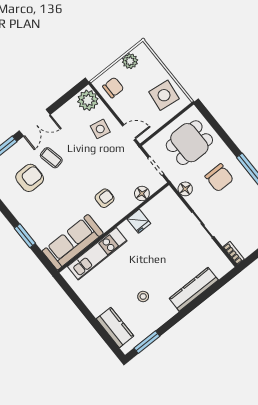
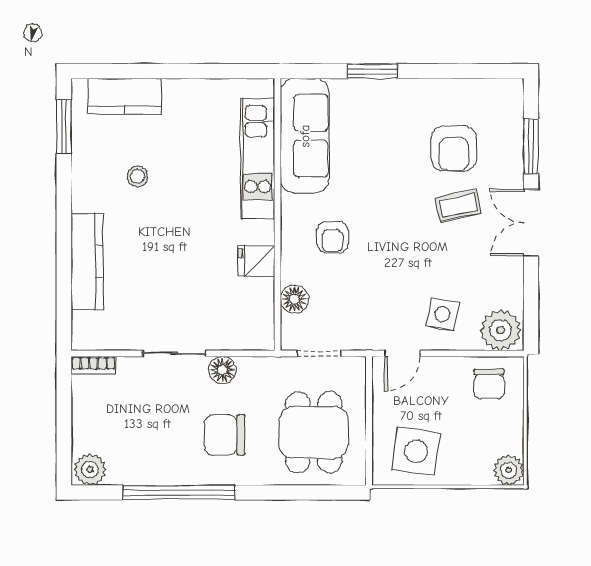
plant: (130, 61) -> (509, 470), moved
floor lamp: (185, 189) -> (222, 370), moved

